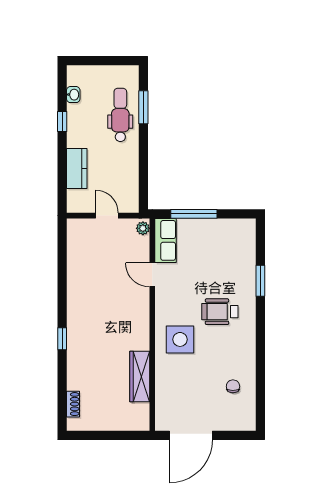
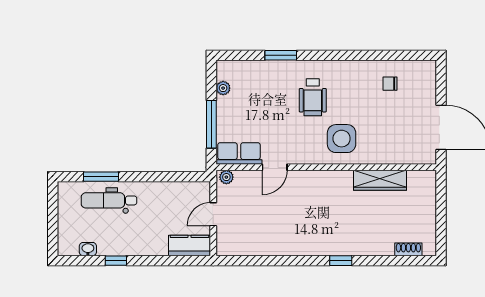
kitchen counter: (77, 168) -> (190, 245), moved
plant: (229, 225) -> (223, 88), added

